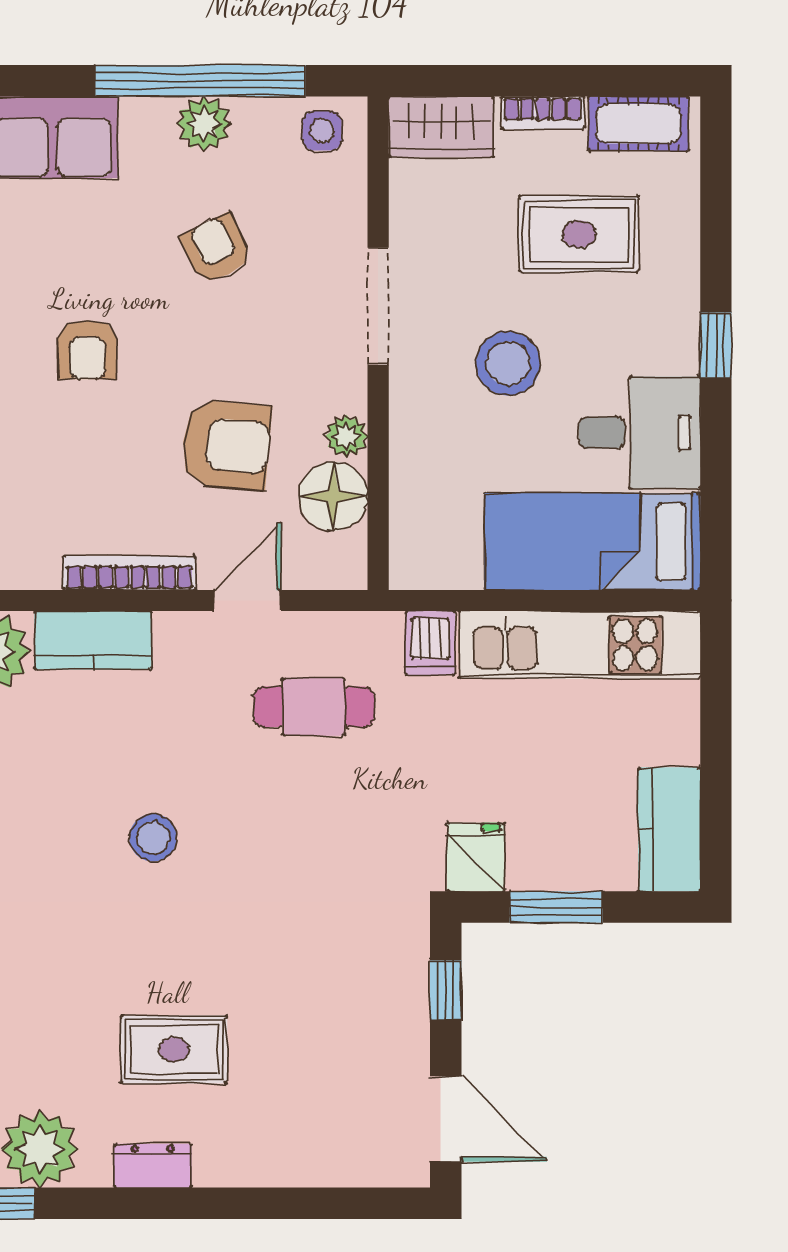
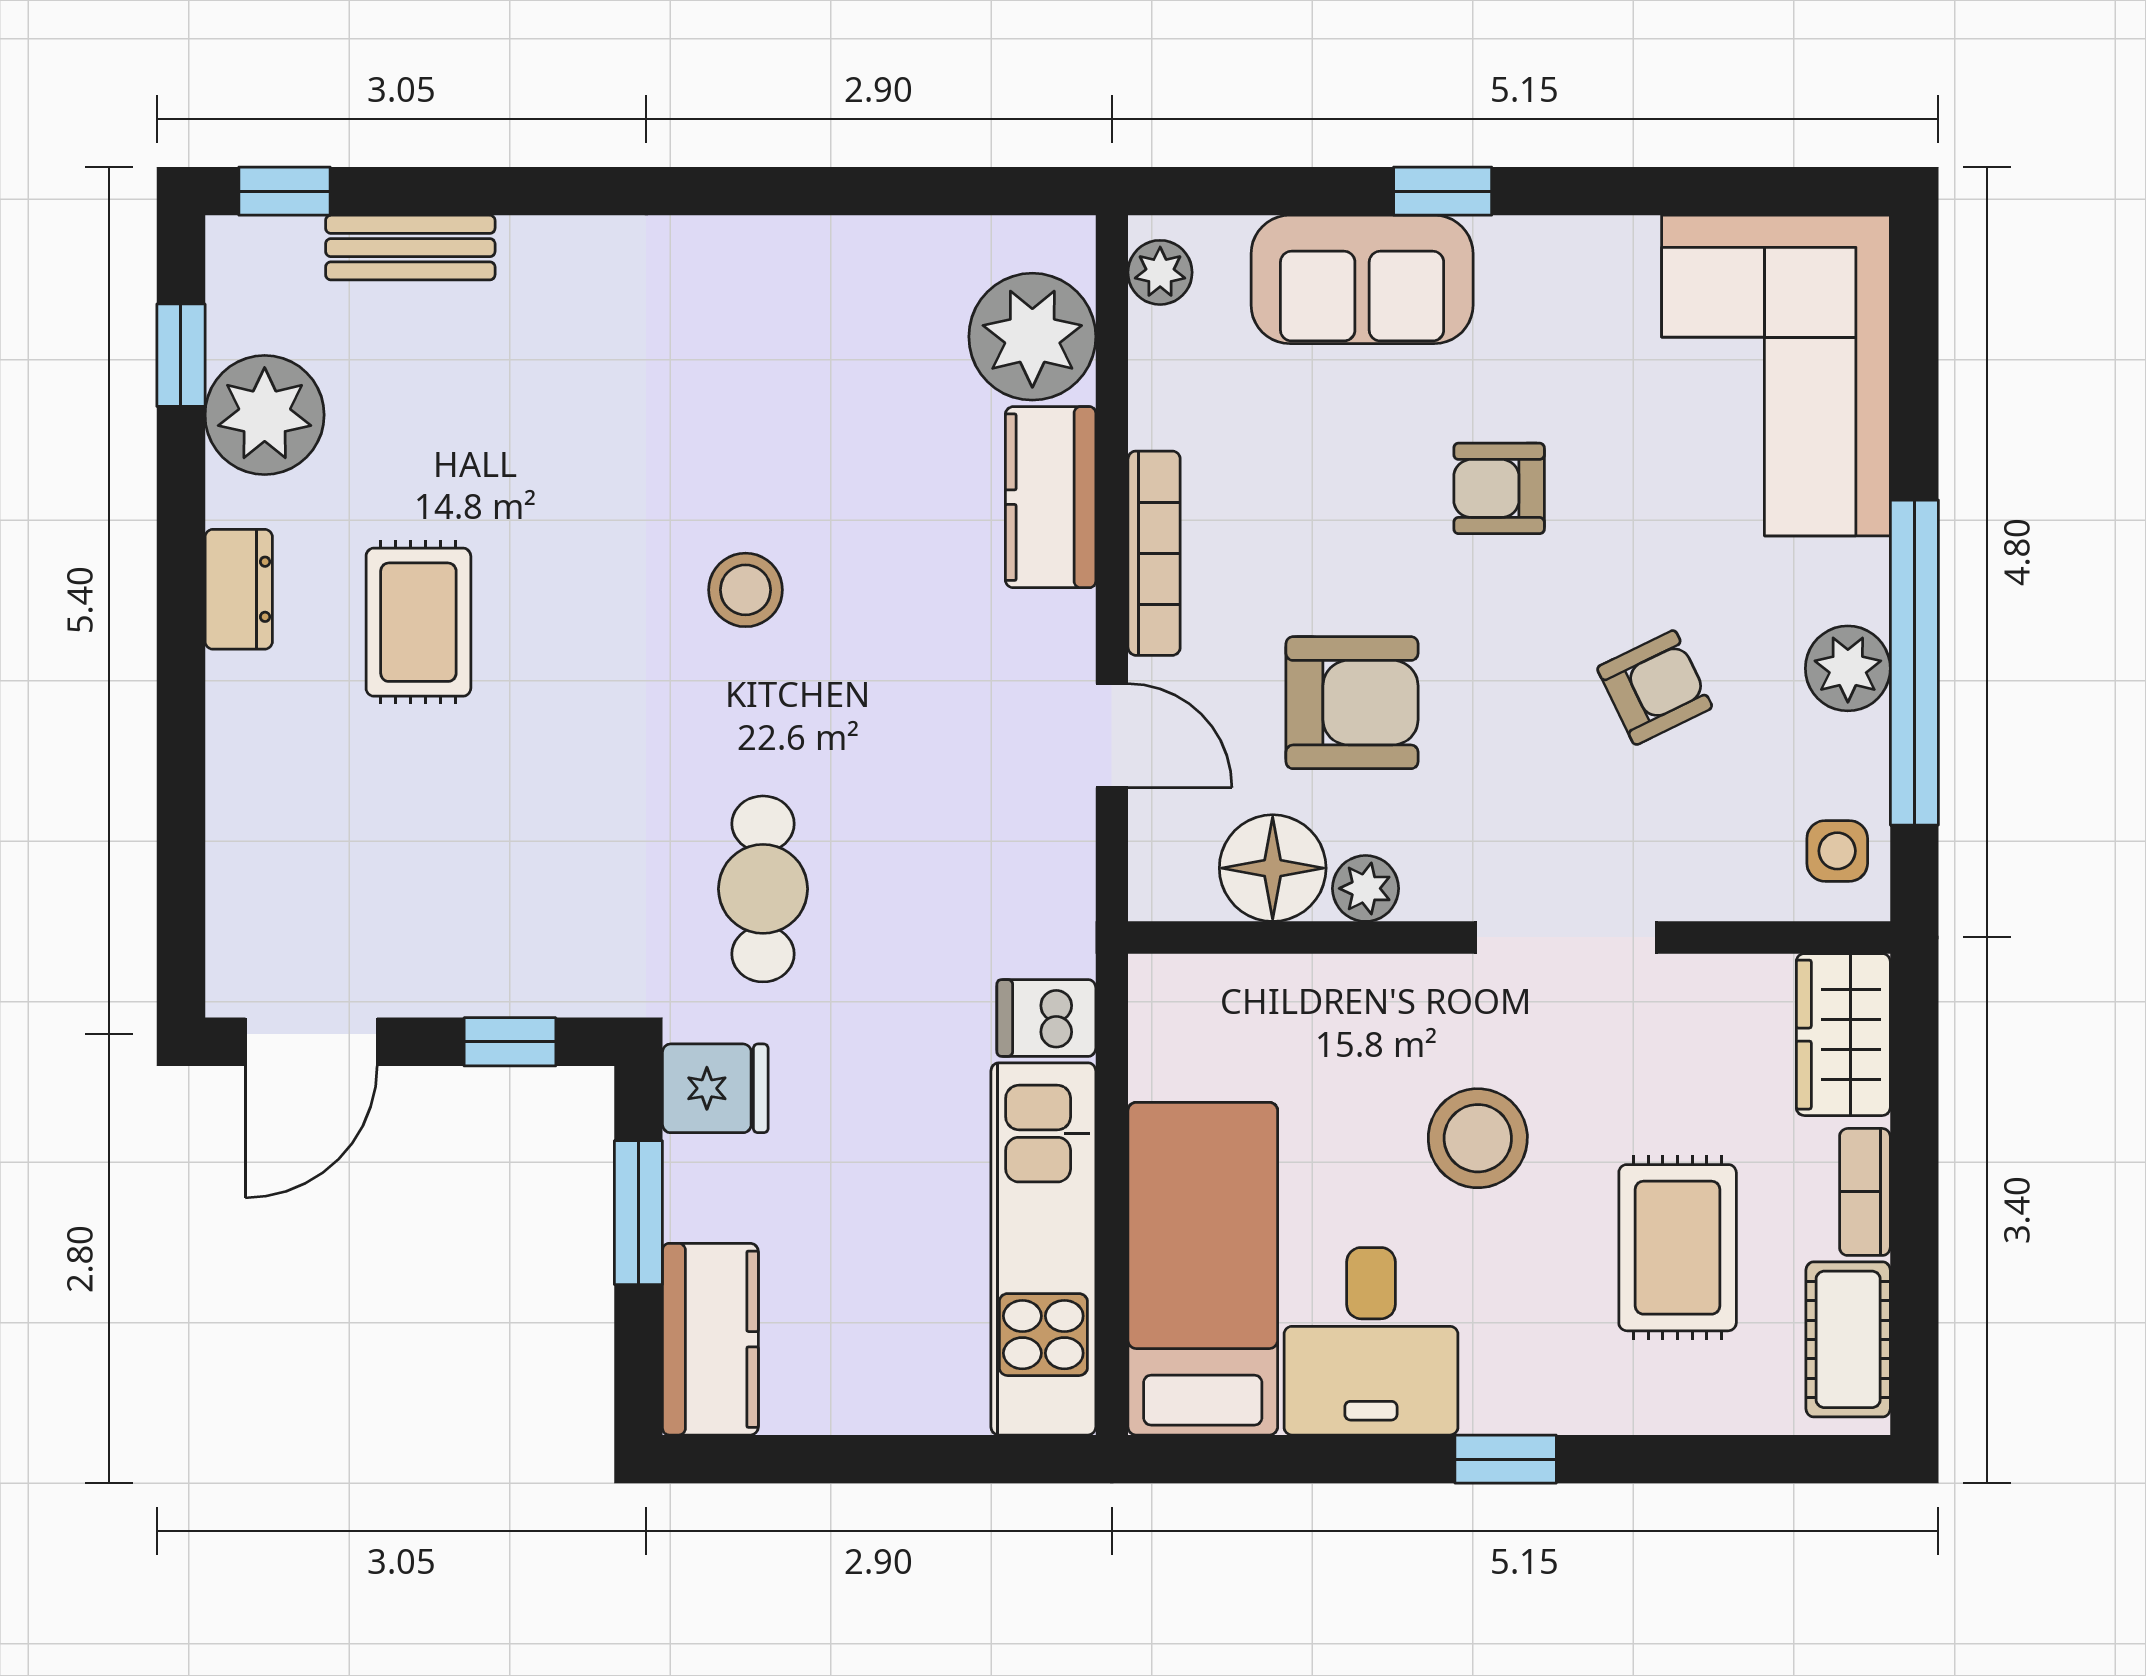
armchair: (226, 445) -> (1352, 703), turned -95
cafe table: (314, 707) -> (763, 889), moved
kitchen counter: (669, 829) -> (710, 1339), moved, turned 90

